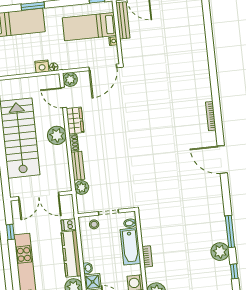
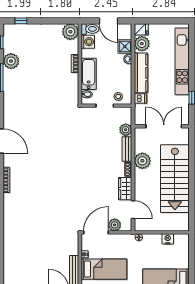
nightstand: (42, 66) -> (168, 239), moved
plant: (70, 79) -> (115, 225), moved
plant: (57, 135) -> (142, 161), moved

